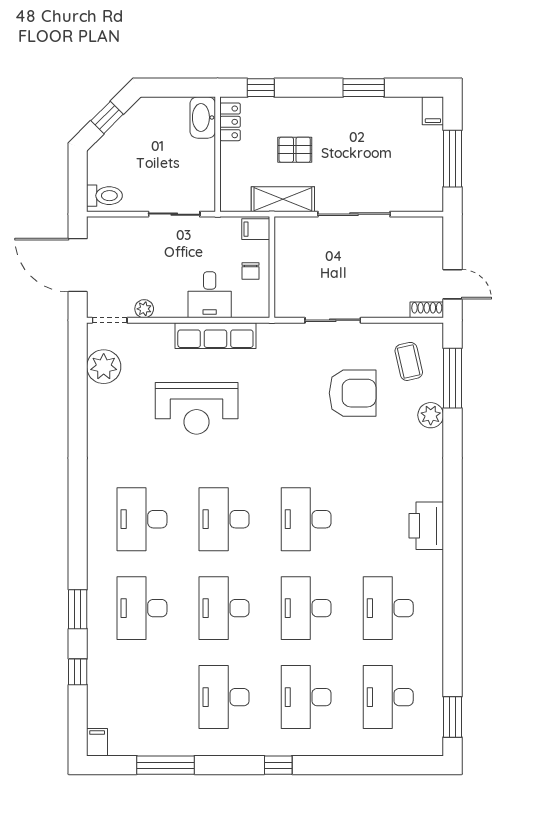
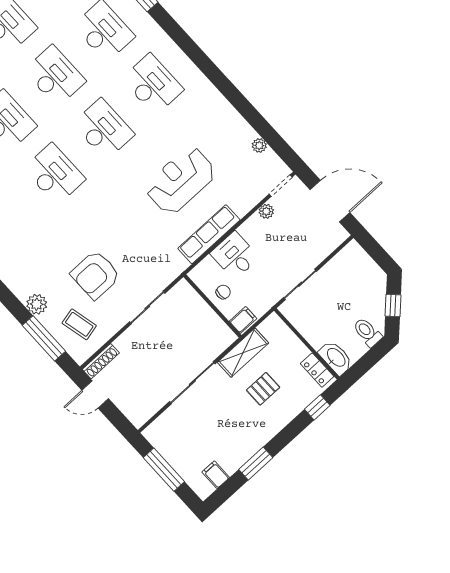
filing cabinet: (433, 111) -> (216, 475), moved
toilet: (104, 196) -> (367, 332), moved, turned 90
chair: (251, 271) -> (223, 292), turned 90
shoe rack: (427, 310) -> (101, 361), width x1.43
plant: (104, 367) -> (259, 145), width x0.53, depth x0.53

